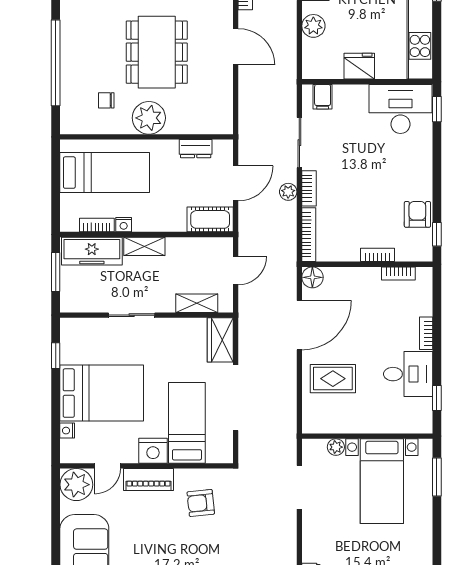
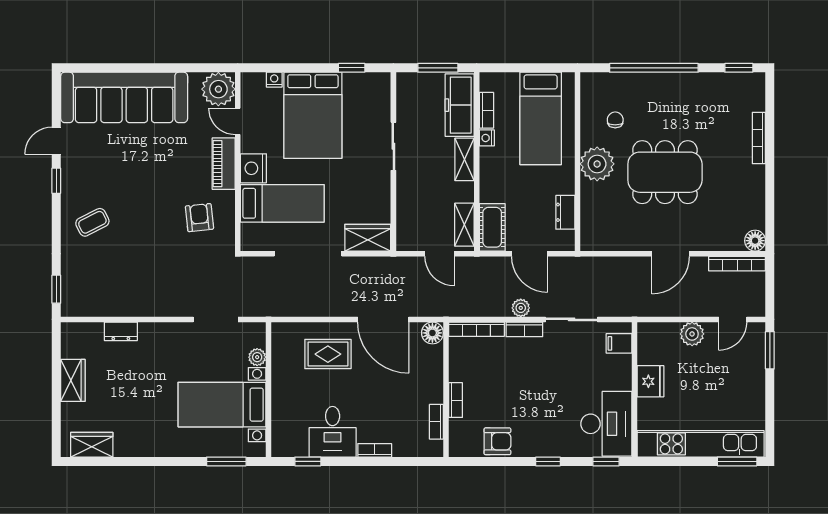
window: (437, 234) -> (548, 461), moved
shelving: (197, 303) -> (464, 225), moved
rug: (333, 379) -> (328, 354), turned 90

